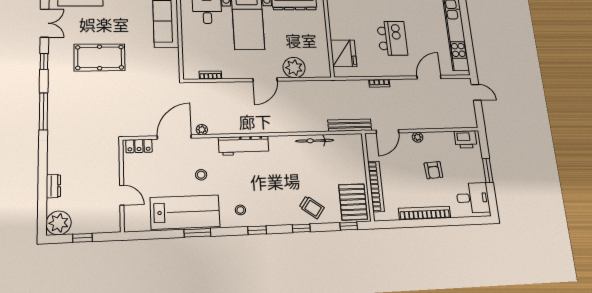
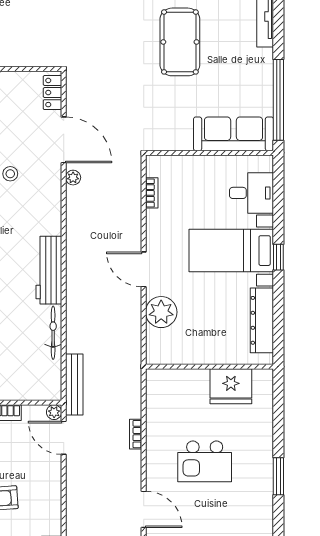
fridge: (344, 53) -> (231, 386), moved
plant: (418, 137) -> (54, 412), moved
workbench: (244, 146) -> (49, 270), moved

